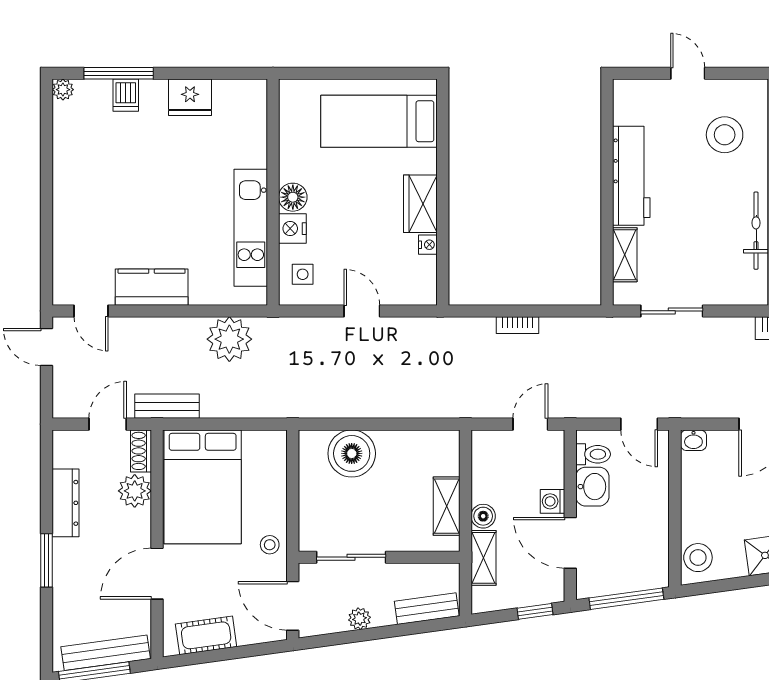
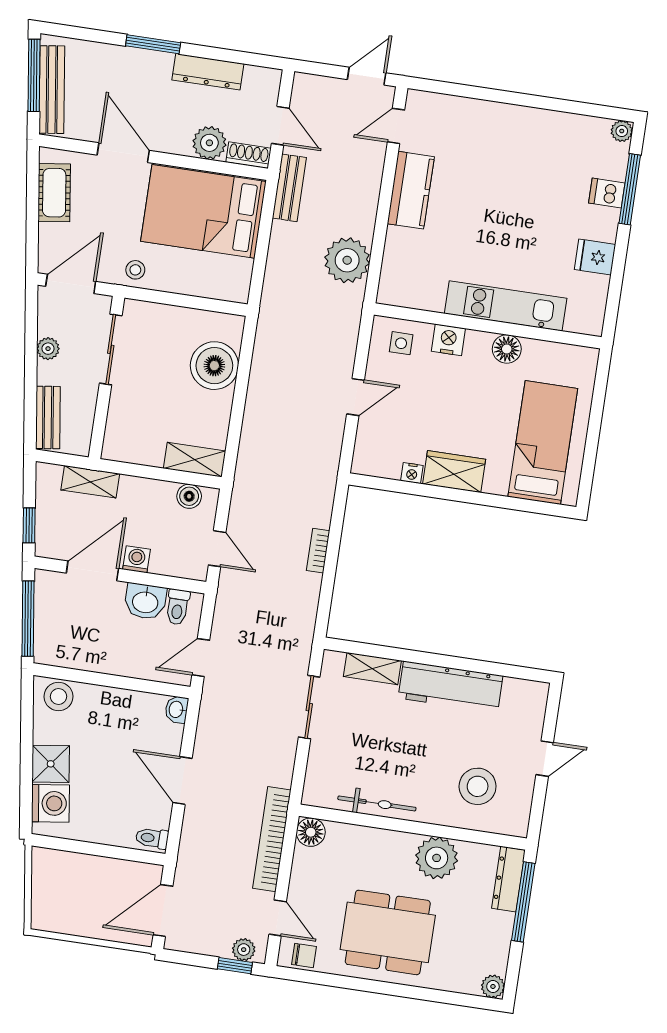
fridge: (190, 97) -> (595, 257), width x0.72
floor lamp: (293, 197) -> (507, 349), moved
kitchen unit: (251, 228) -> (506, 306), moved
shelving: (447, 506) -> (195, 460), moved
boiler: (483, 516) -> (189, 496), moved

